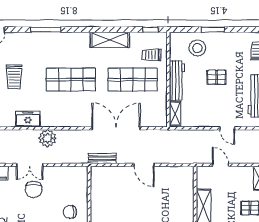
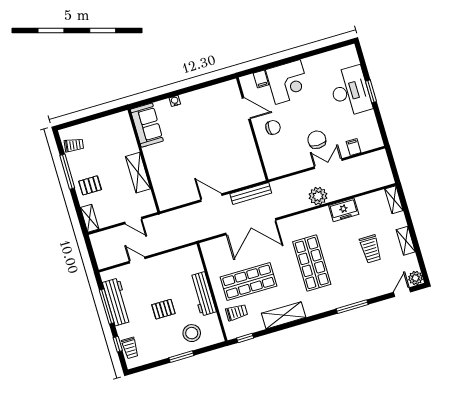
trolley: (14, 77) -> (370, 249), turned 180
shop shelf: (71, 80) -> (312, 263), turned 90
shelving: (175, 113) -> (195, 260), removed
bench: (102, 158) -> (251, 193), width x1.36

